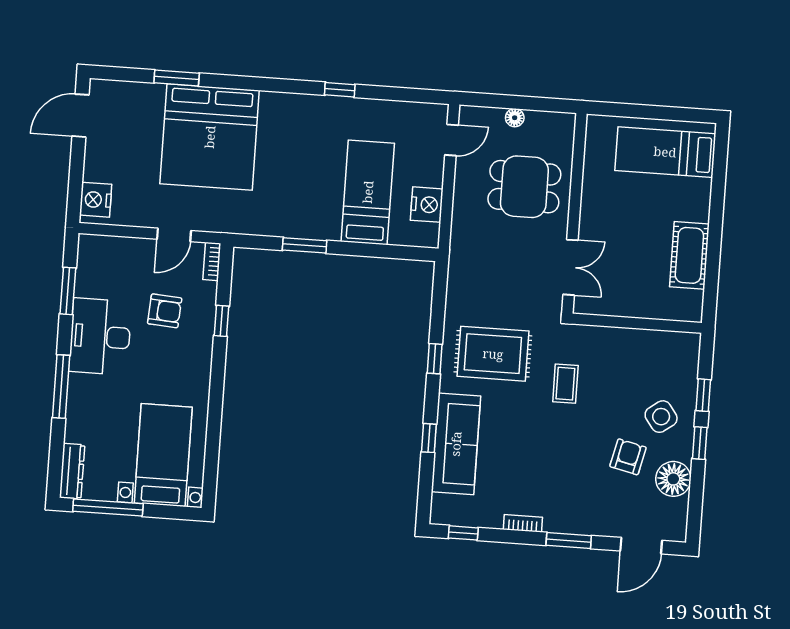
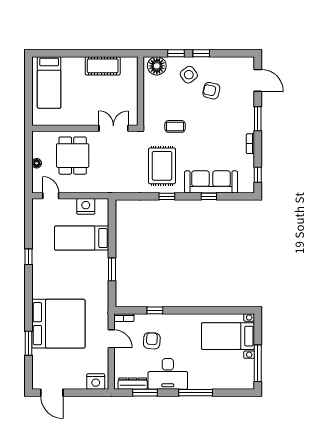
dresser: (72, 471) -> (133, 384), moved
floor lamp: (673, 479) -> (157, 66), moved

